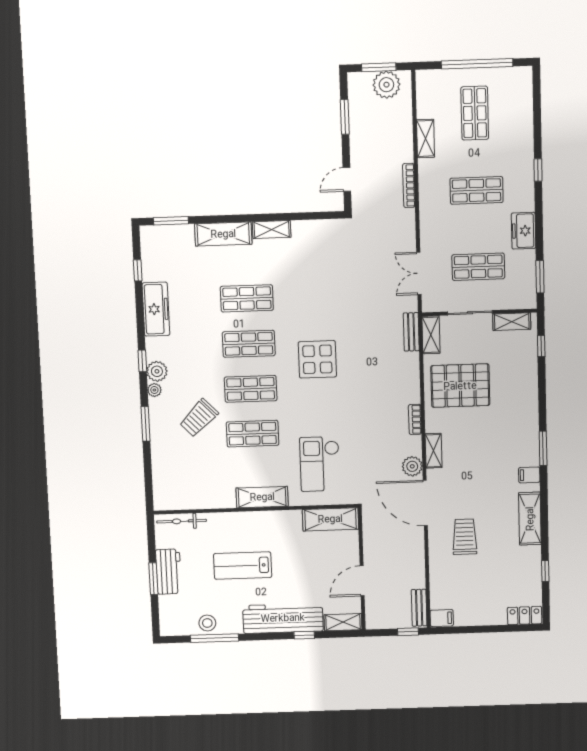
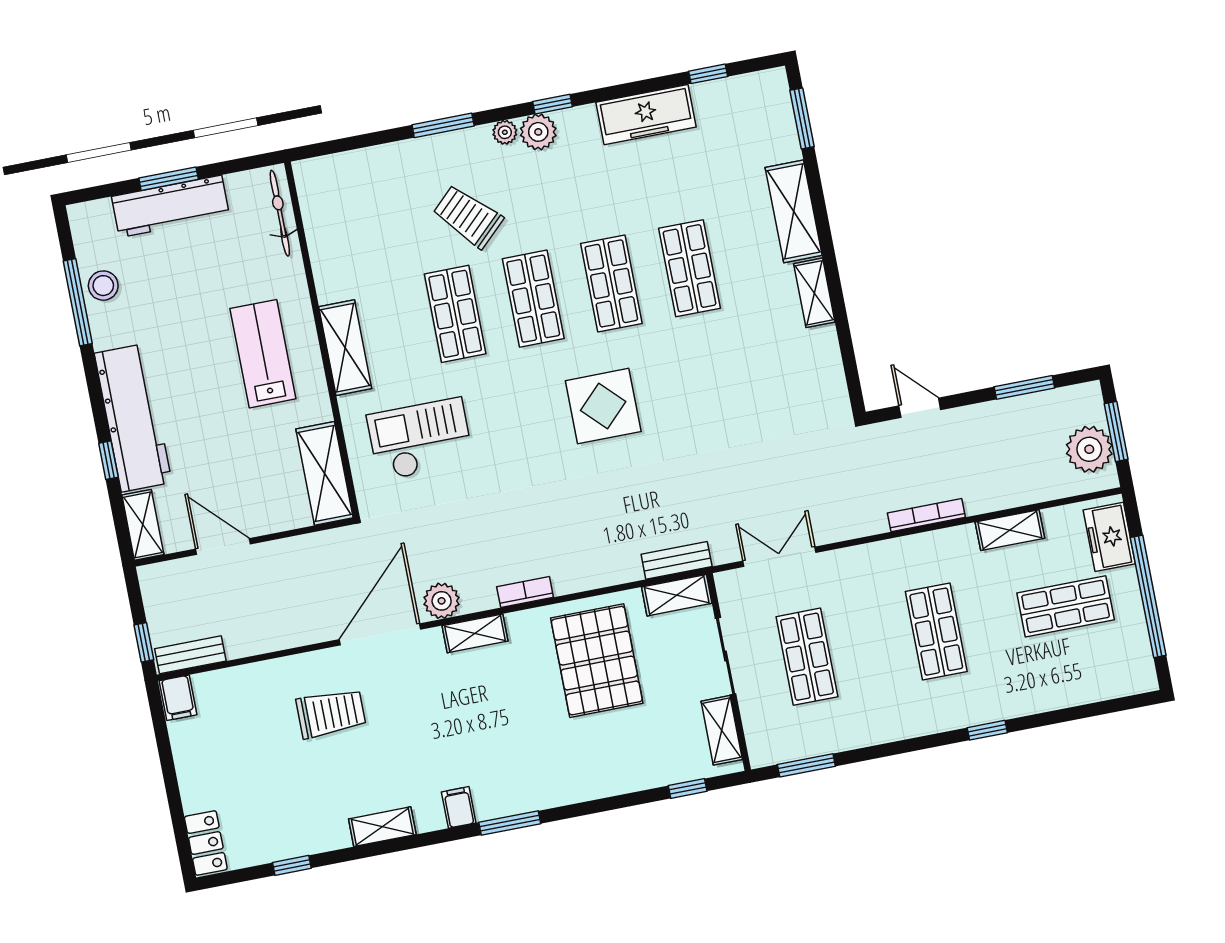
freezer: (524, 231) -> (1109, 537), moved, turned -90
shelving: (530, 519) -> (382, 827), width x0.67, depth x0.75
lab bench: (243, 566) -> (263, 354), moved
workbench: (168, 572) -> (171, 206), width x1.38

